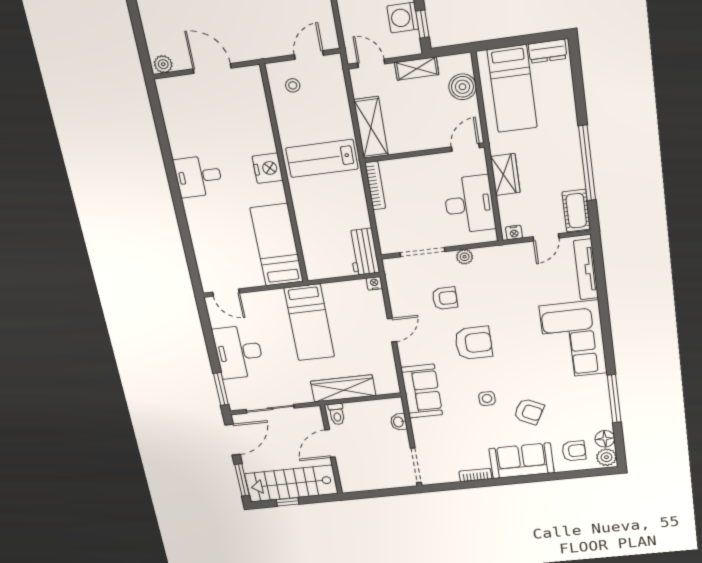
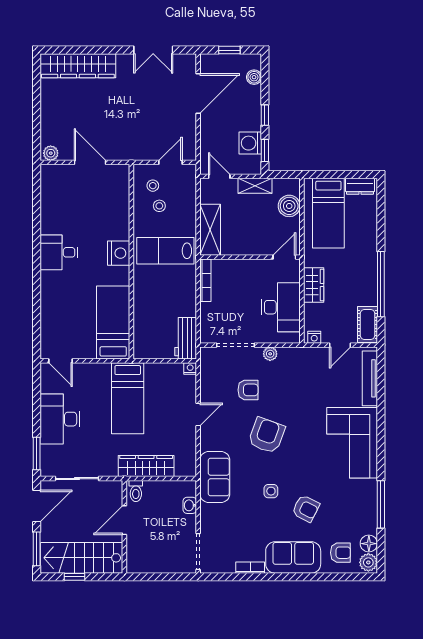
stool: (305, 108) -> (159, 206), added
armchair: (474, 343) -> (267, 435), turned -70

